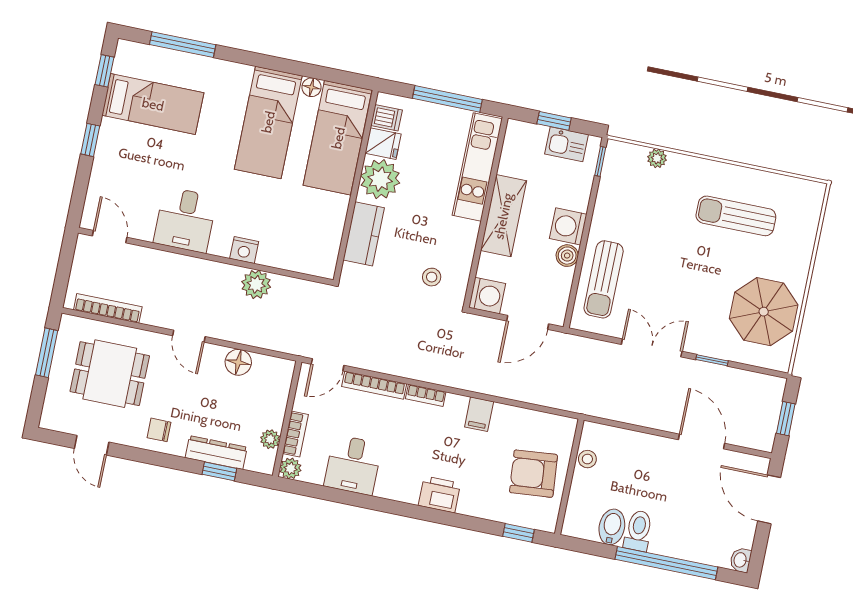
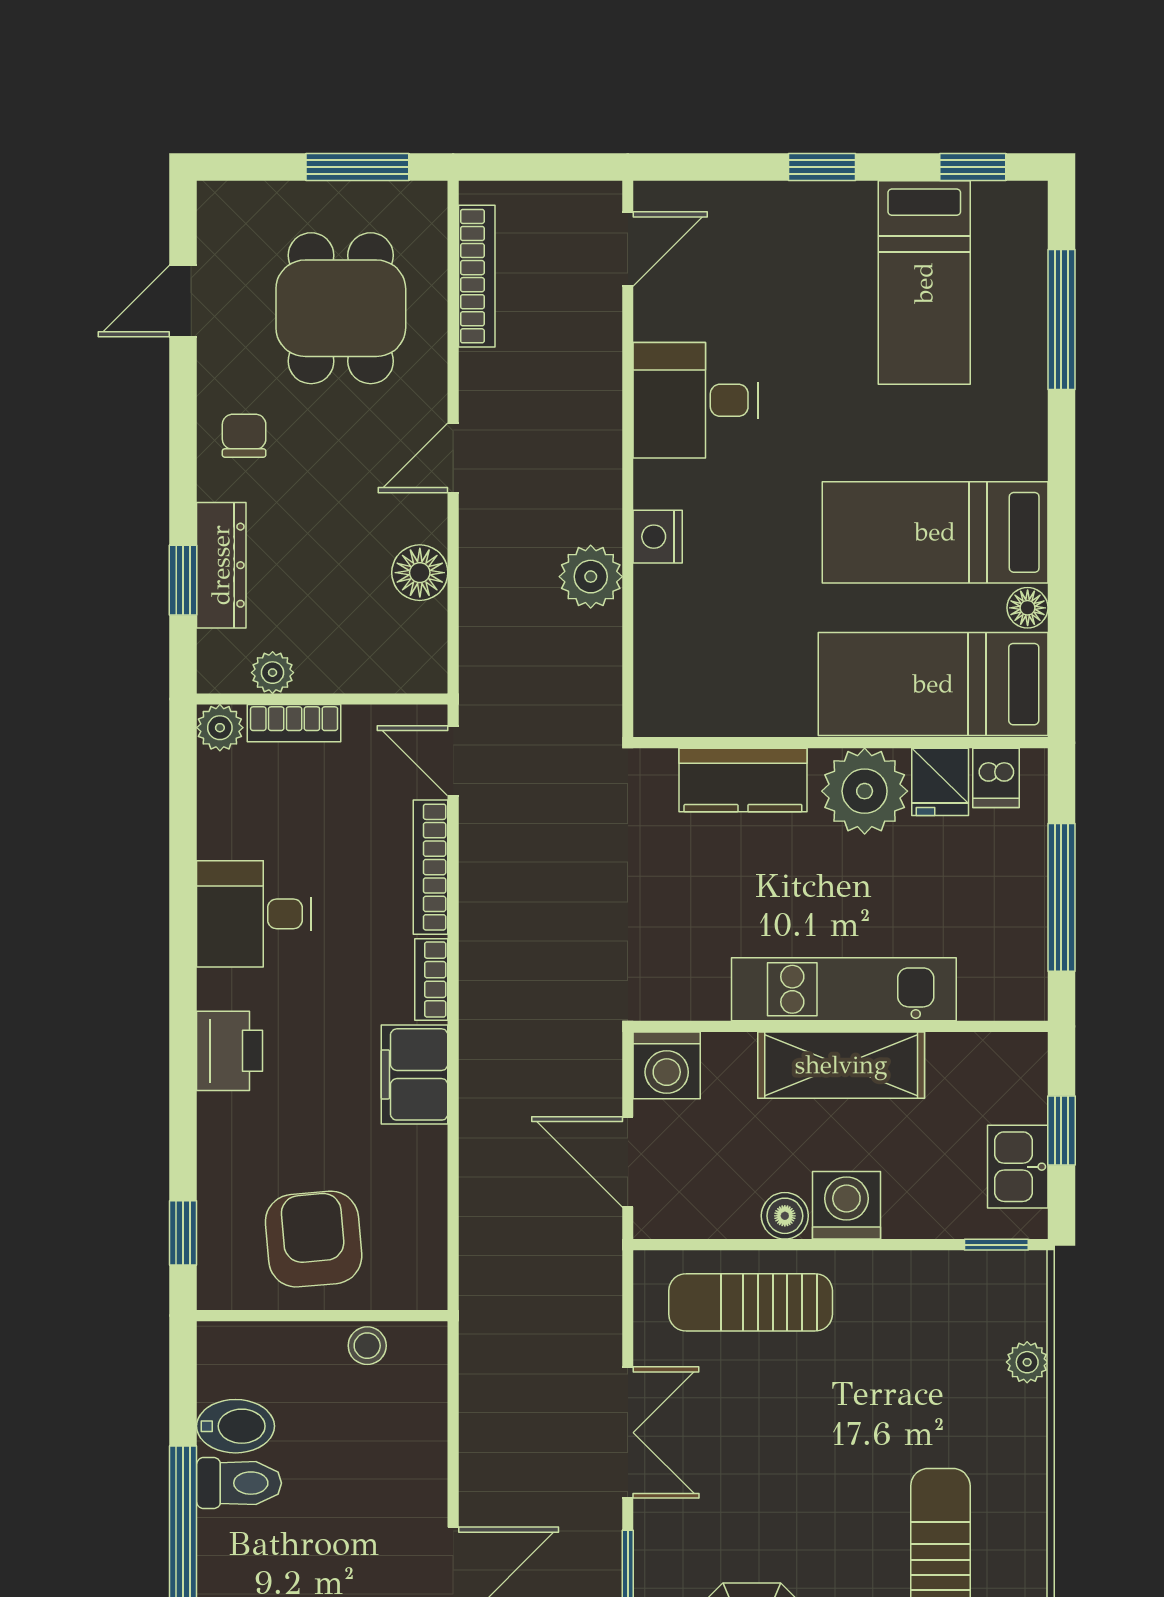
kitchen unit: (477, 167) -> (844, 989), moved
stool: (432, 277) -> (682, 941), removed
filing cabinet: (479, 414) -> (415, 1074), width x2.00
desk: (353, 465) -> (254, 914), moved

